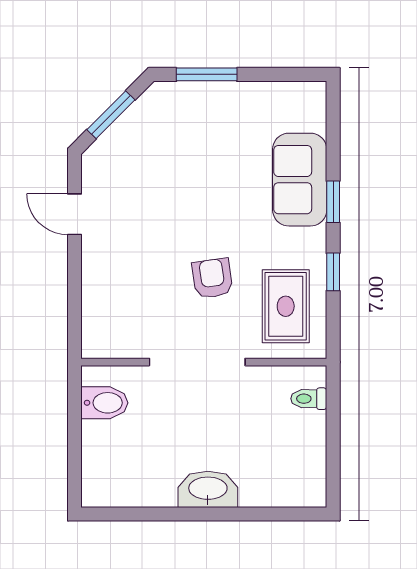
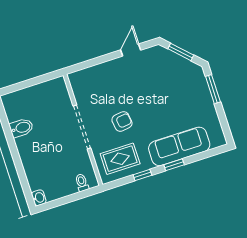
sofa: (300, 180) -> (179, 146), width x1.36
bidet: (104, 403) -> (21, 128), moved, turned -90
washbasin: (208, 489) -> (39, 198), moved, width x0.52, depth x0.69

